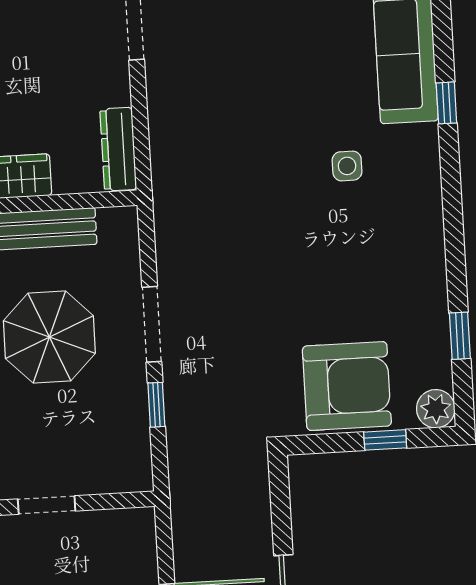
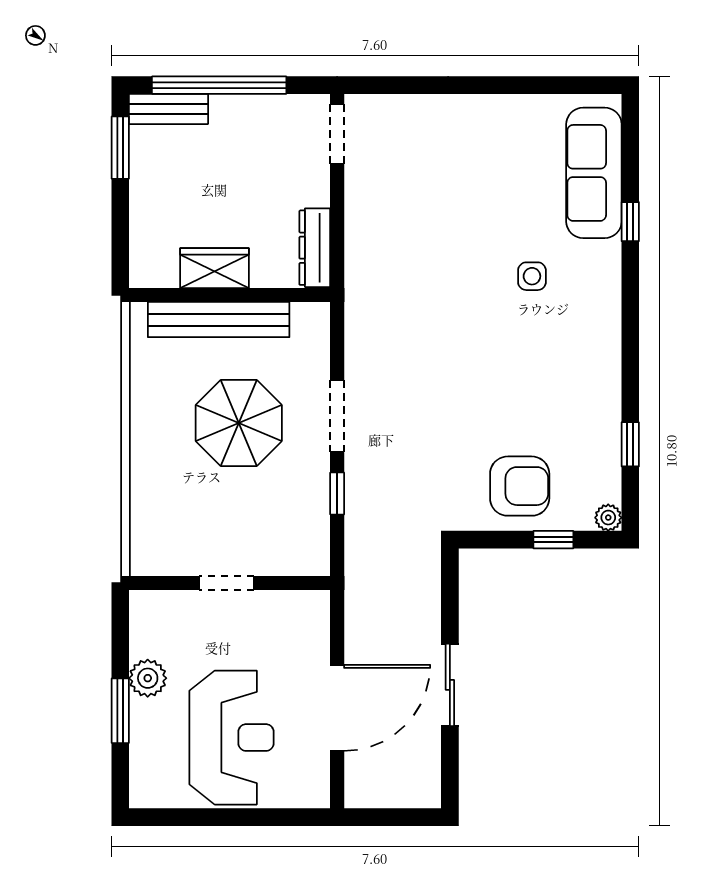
armchair: (347, 386) -> (520, 486), width x0.73, depth x0.73
plant: (436, 409) -> (608, 518), width x0.73, depth x0.73

